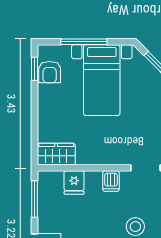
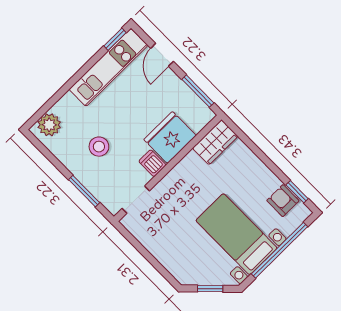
window: (84, 42) -> (279, 250), width x1.46
fridge: (74, 183) -> (170, 138), width x1.88, depth x1.34

